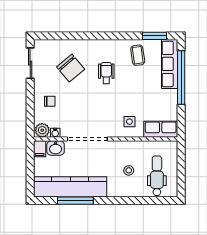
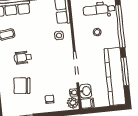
chair: (71, 68) -> (22, 86), turned -134
window: (133, 201) -> (120, 26), added

